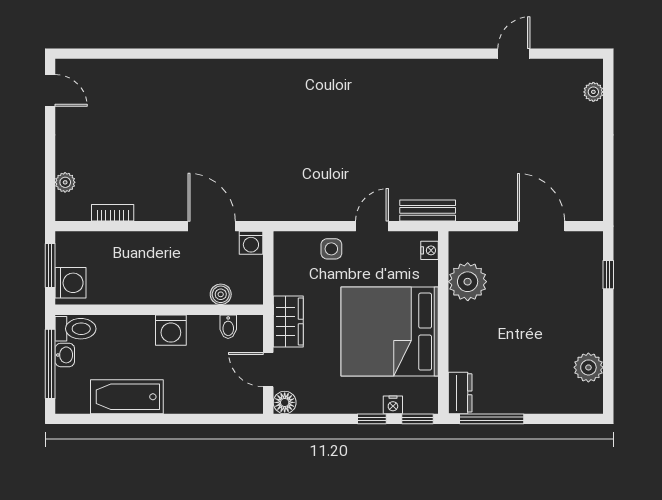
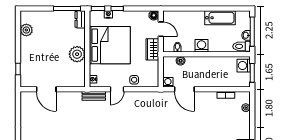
plant: (468, 282) -> (77, 54), moved

